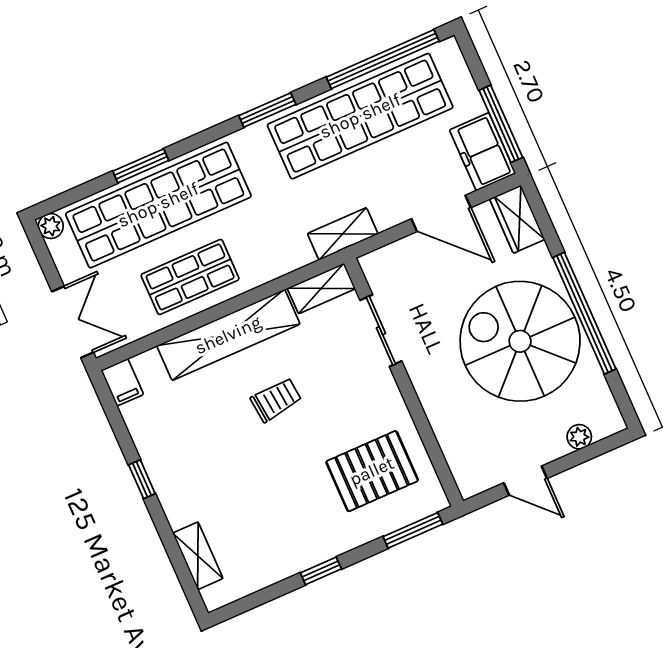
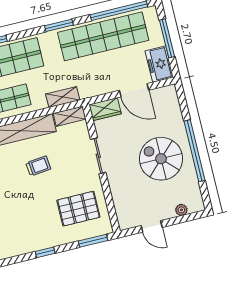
window: (501, 124) -> (167, 38), moved
wardrobe: (517, 219) -> (105, 109), moved, turned -90
shelving: (343, 234) -> (63, 97), moved
sliding door: (381, 331) -> (98, 156), moved
spiral stairs: (520, 341) -> (161, 159), width x0.73, depth x0.73

